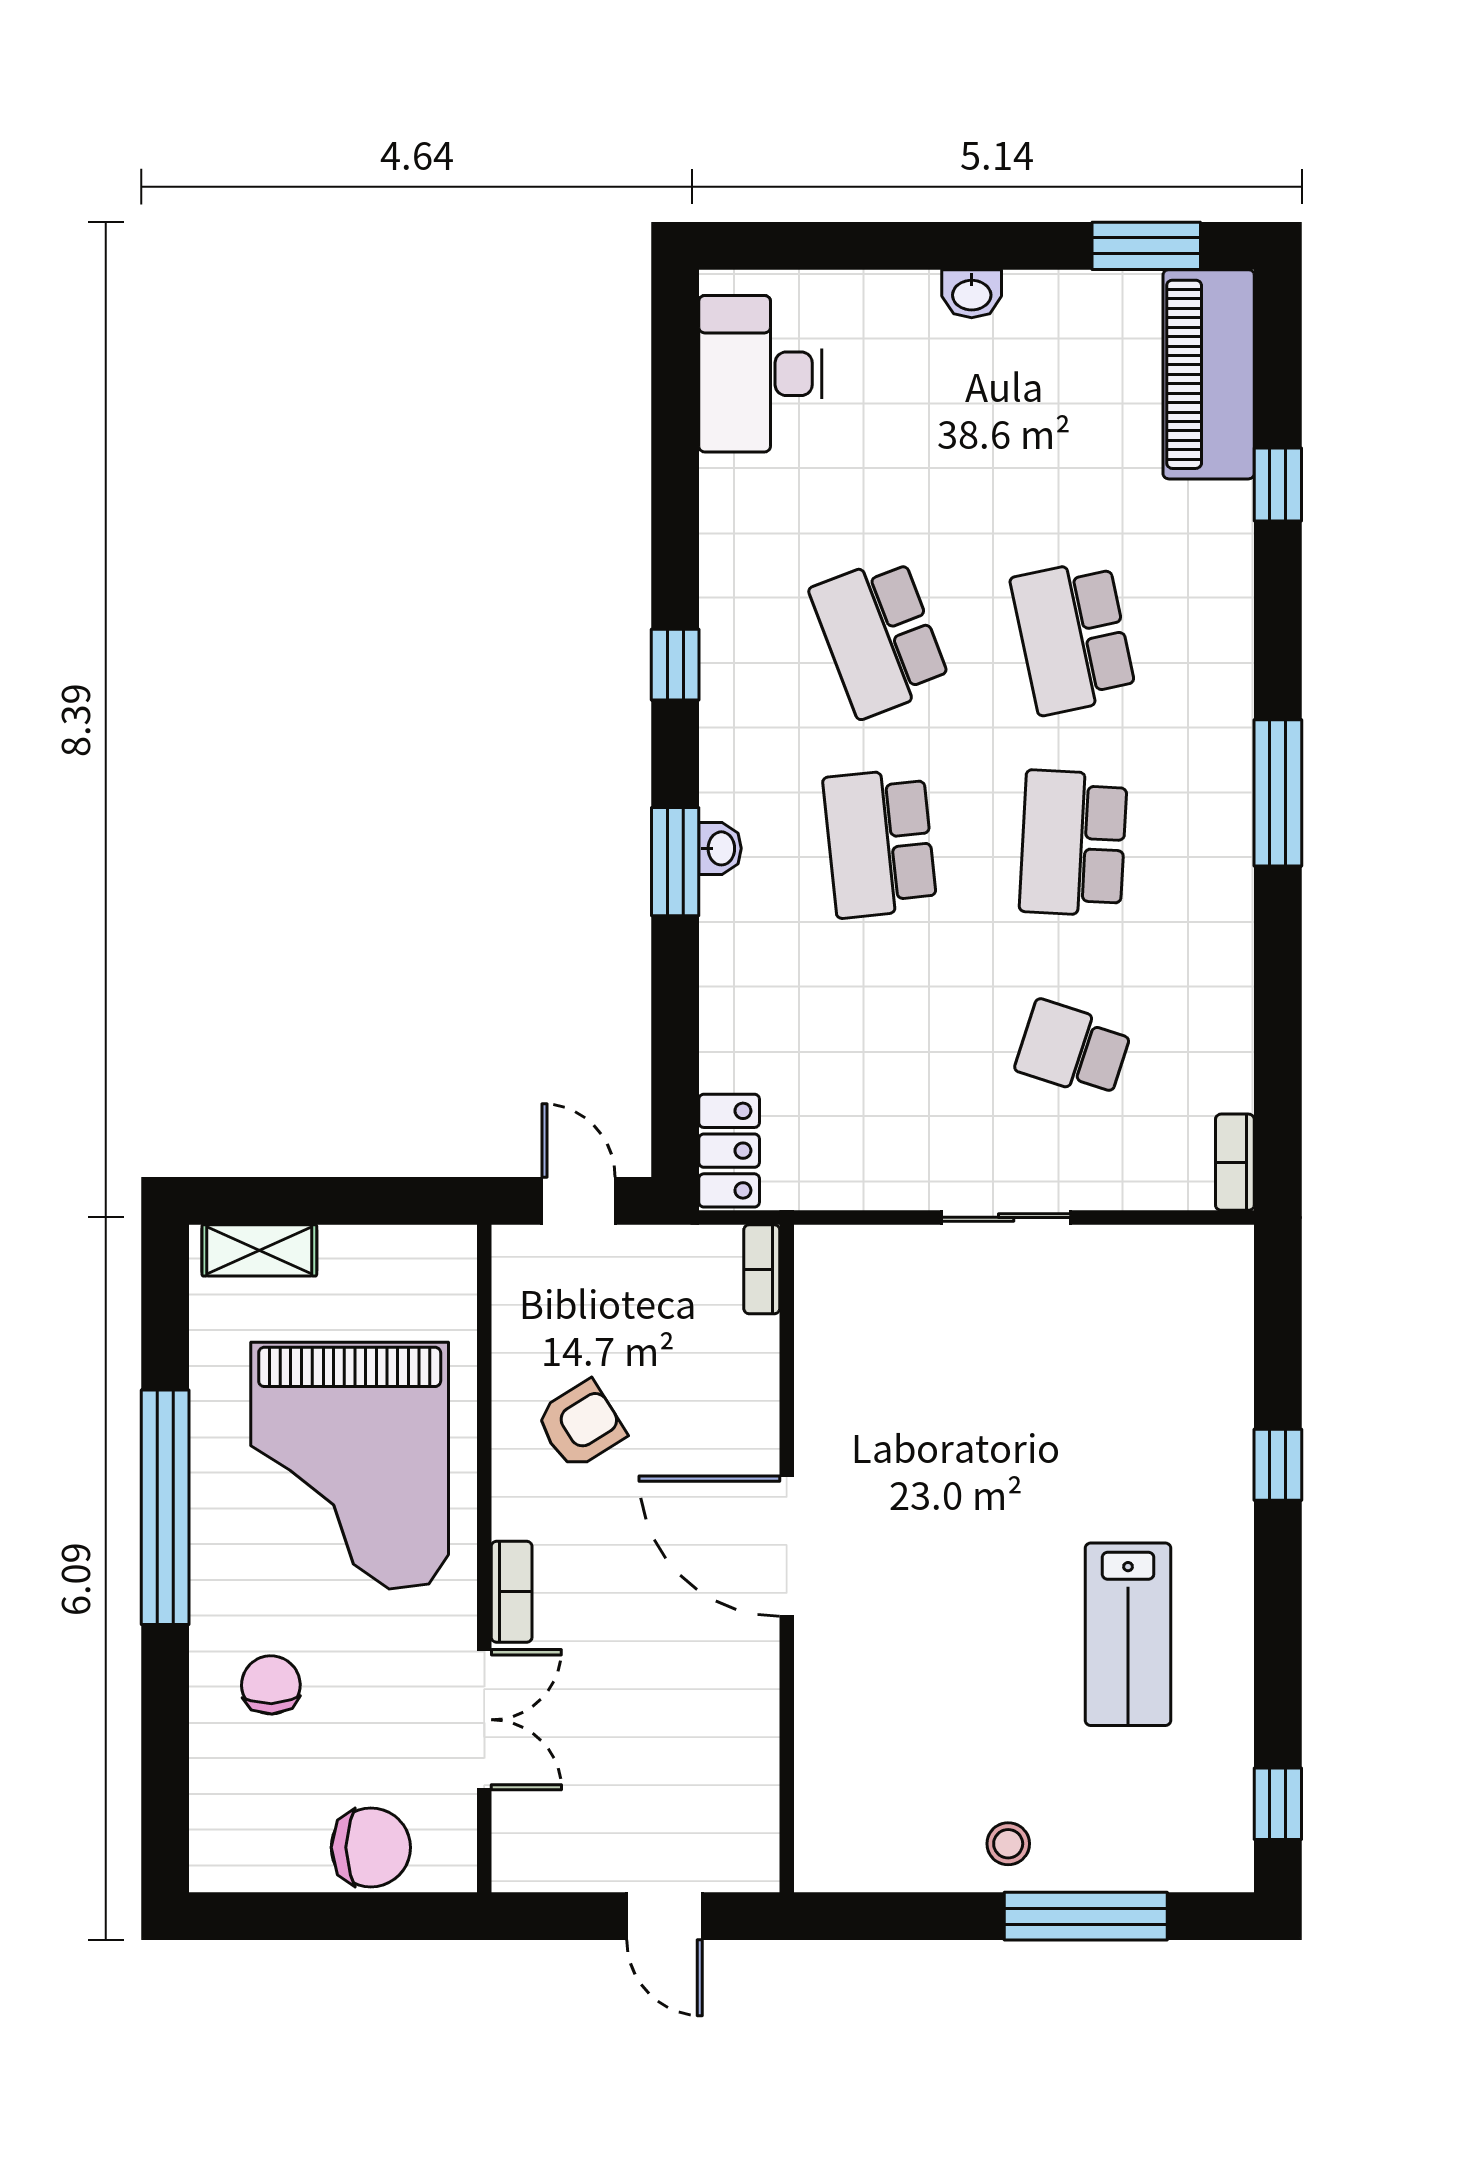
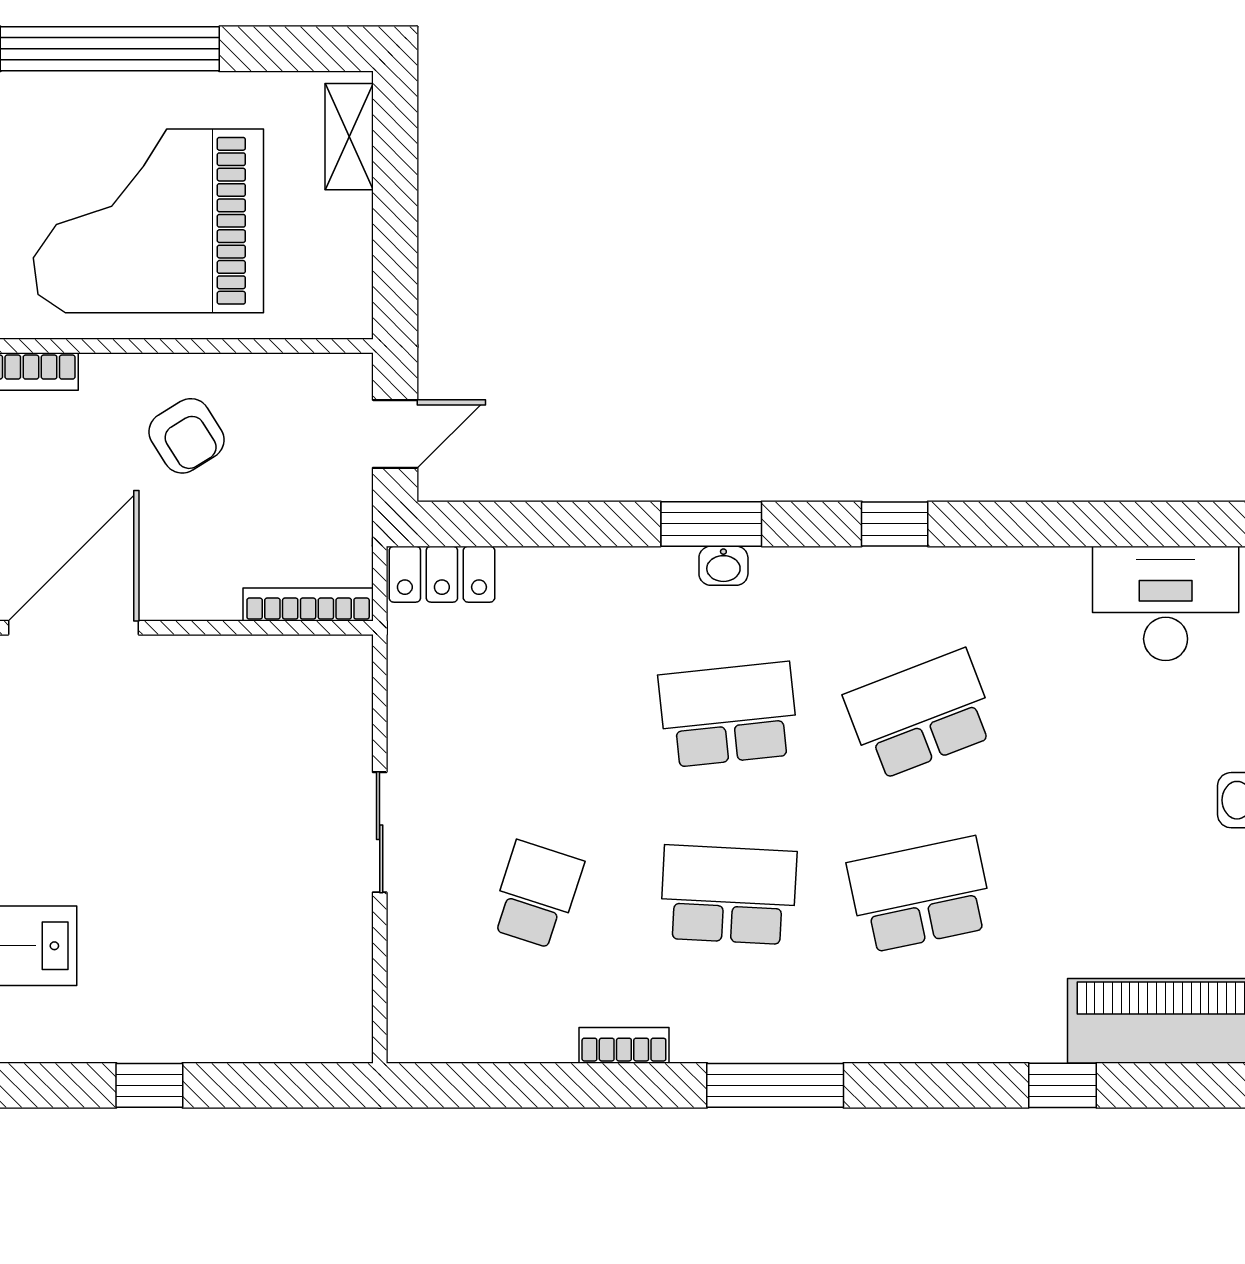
bookcase: (1235, 1162) -> (624, 1045), moved
bookcase: (762, 1269) -> (308, 605), width x1.56

